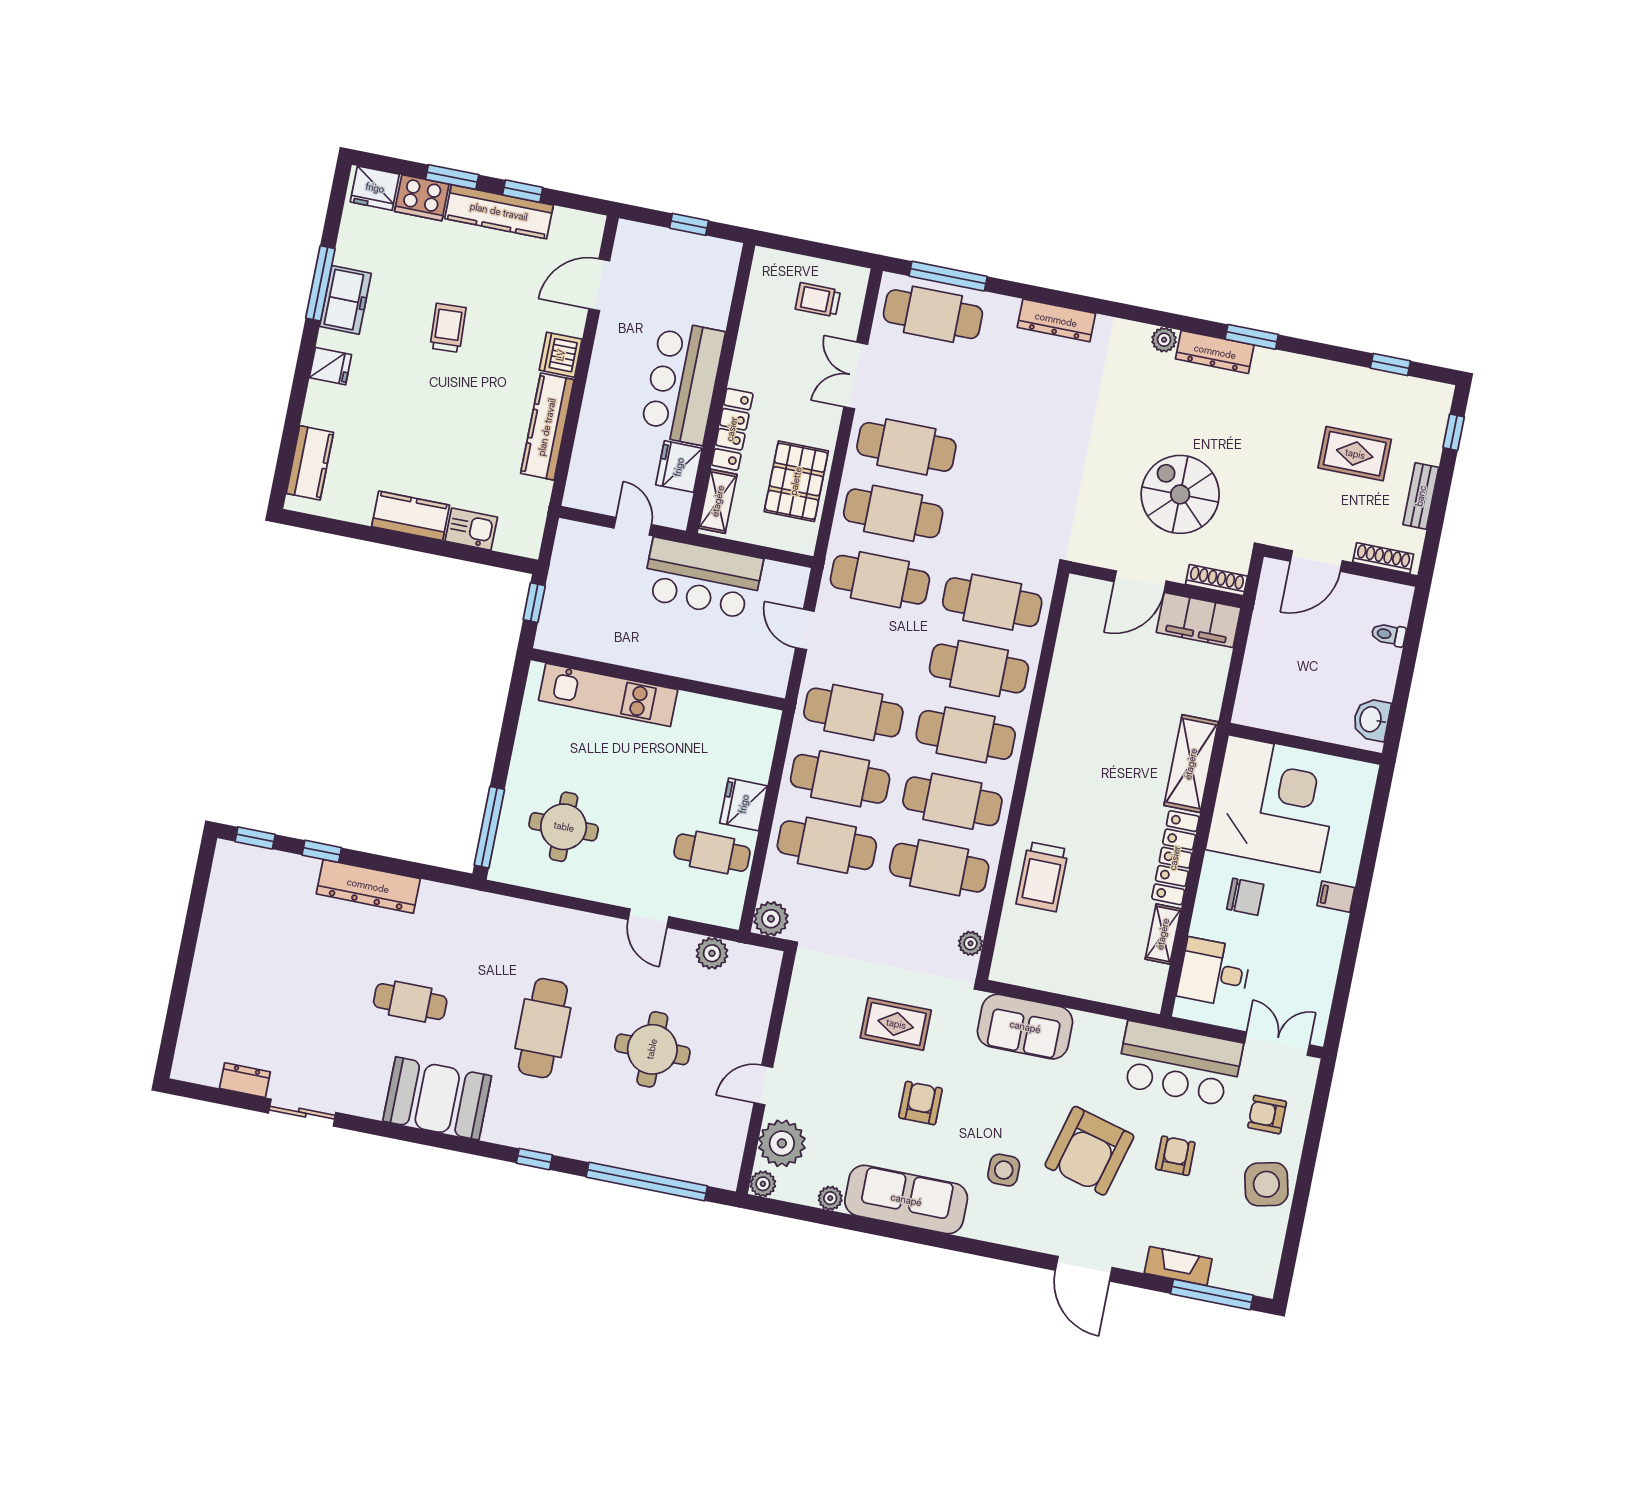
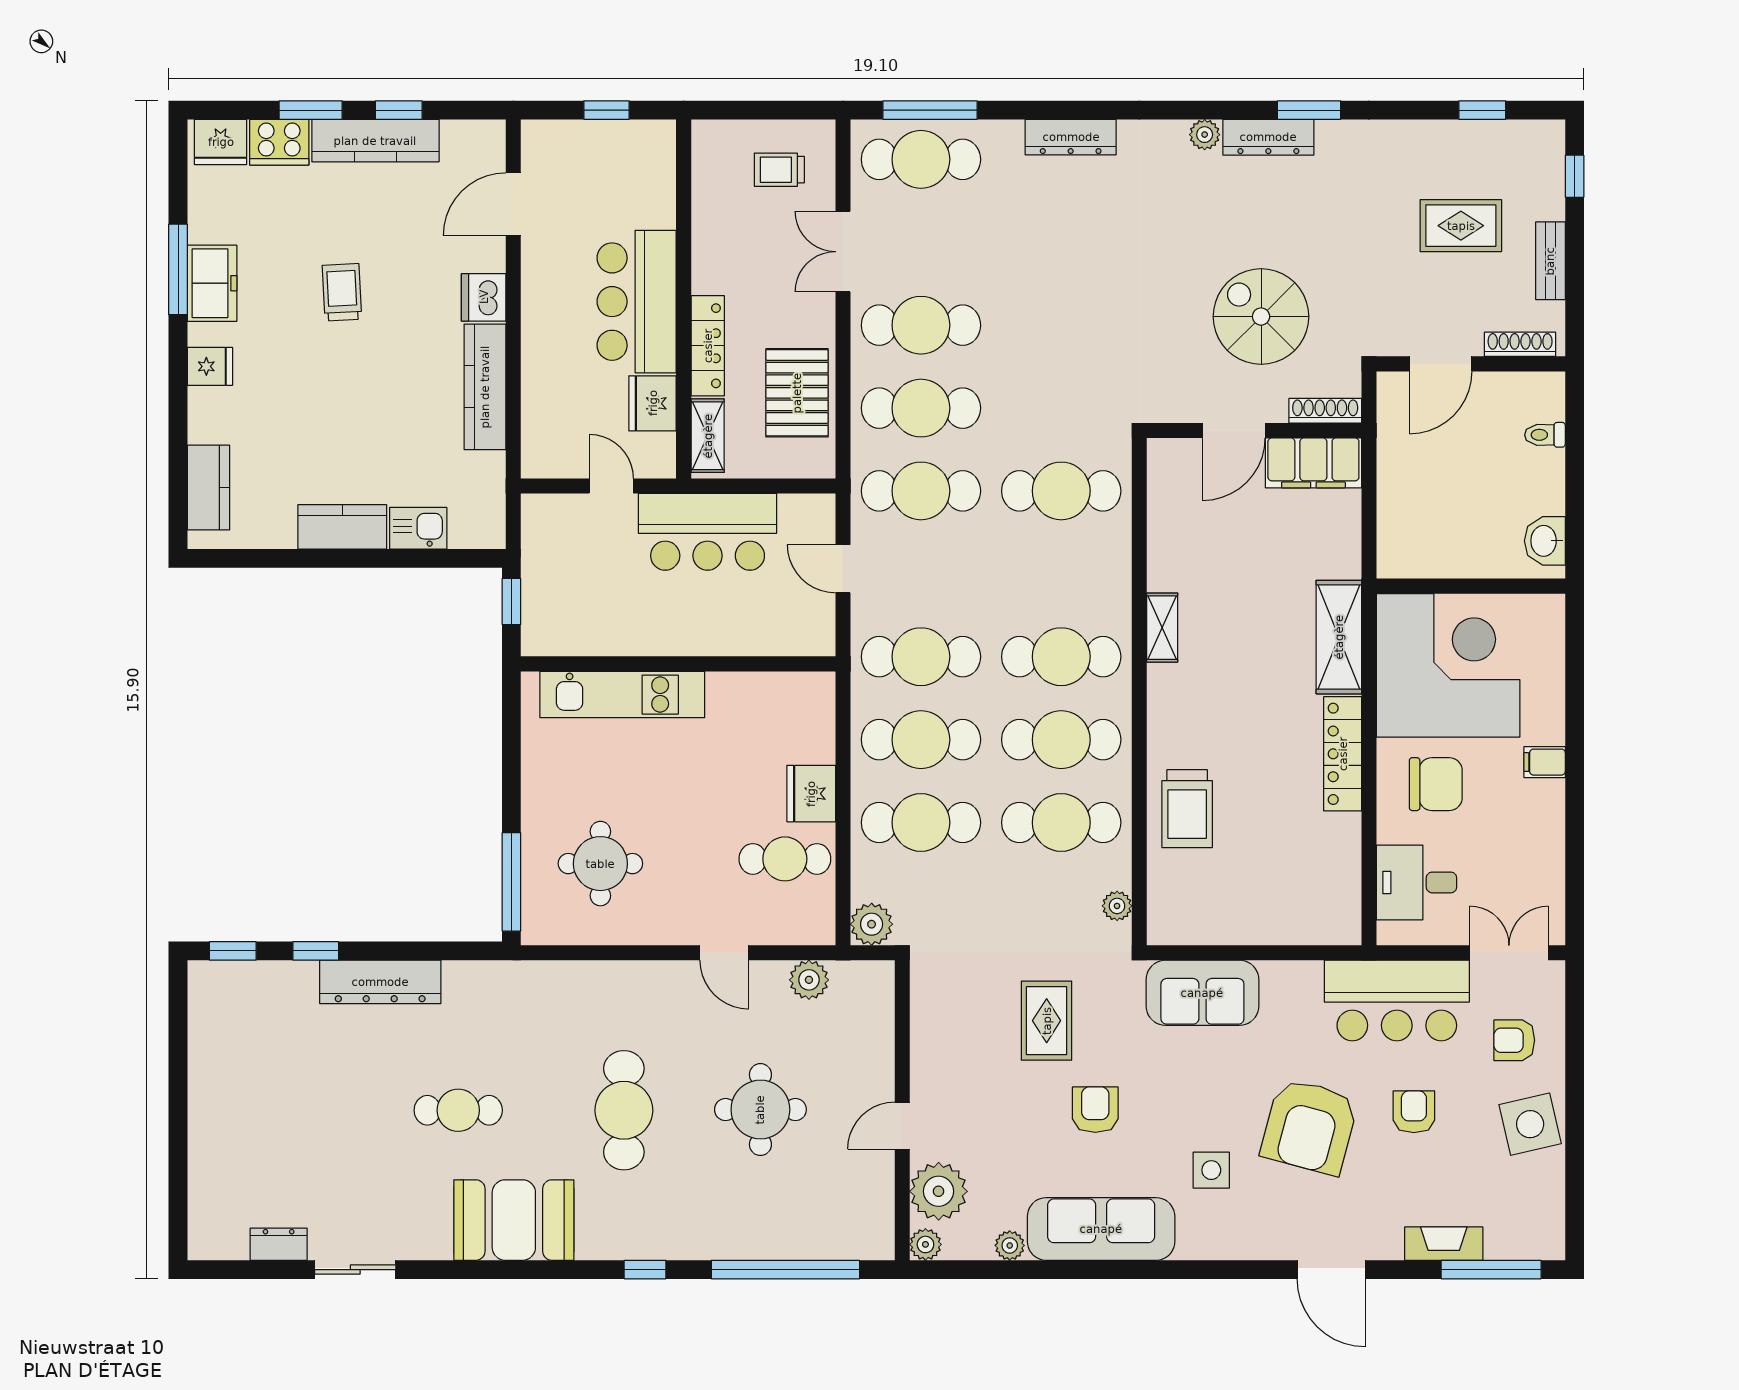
cafe table: (979, 669) -> (1061, 574), removed
chair: (1245, 897) -> (1436, 784), width x1.37, depth x1.37
shelving: (1163, 934) -> (1162, 628), moved
rug: (896, 1024) -> (1047, 1021), turned 90

